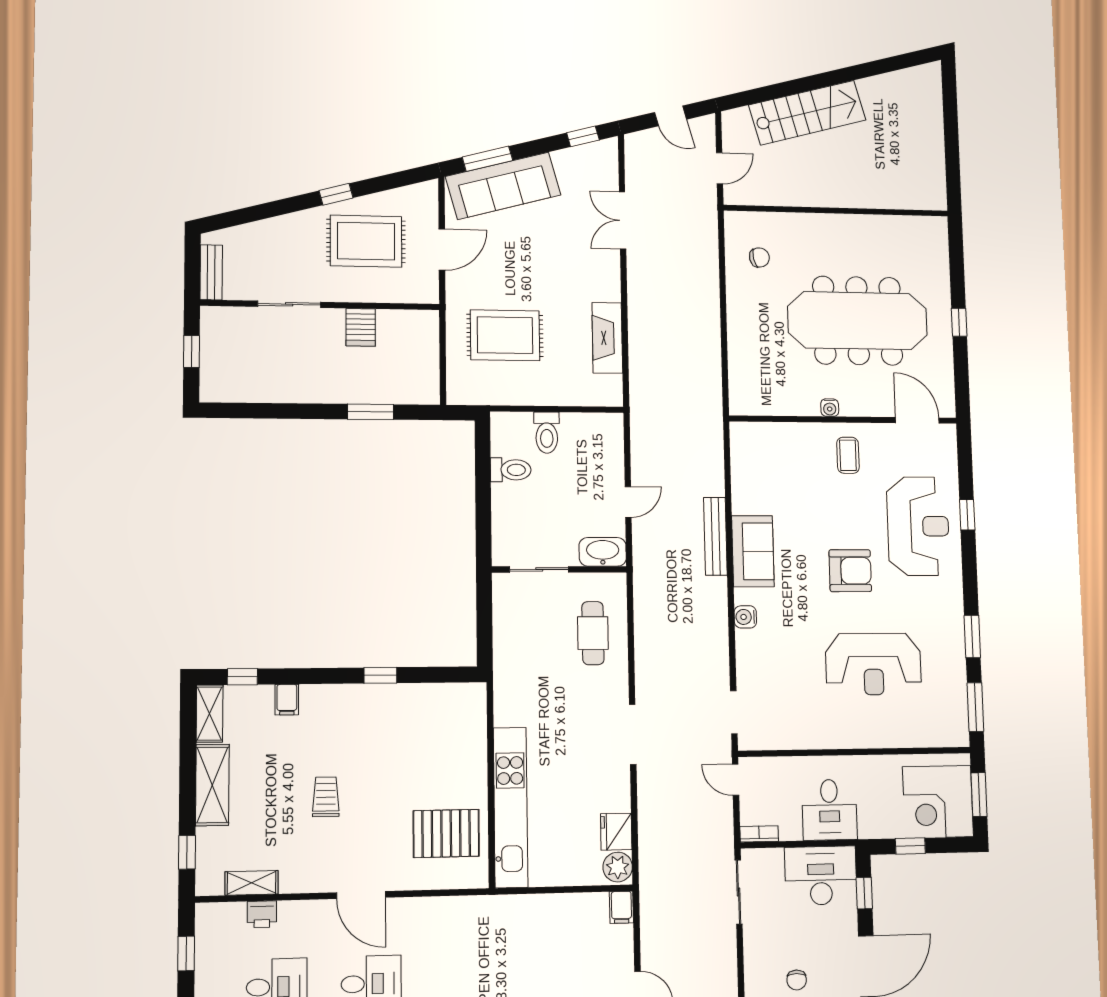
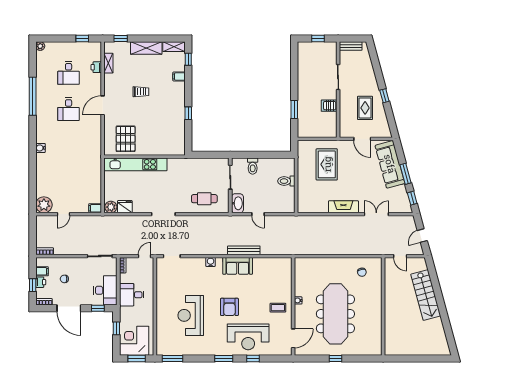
window: (488, 159) -> (406, 174), moved
rug: (366, 241) -> (365, 108), width x0.73, depth x0.70
fireplace: (607, 338) -> (343, 207), moved
toilet: (511, 470) -> (253, 166), moved
window: (972, 636) -> (224, 358), moved

